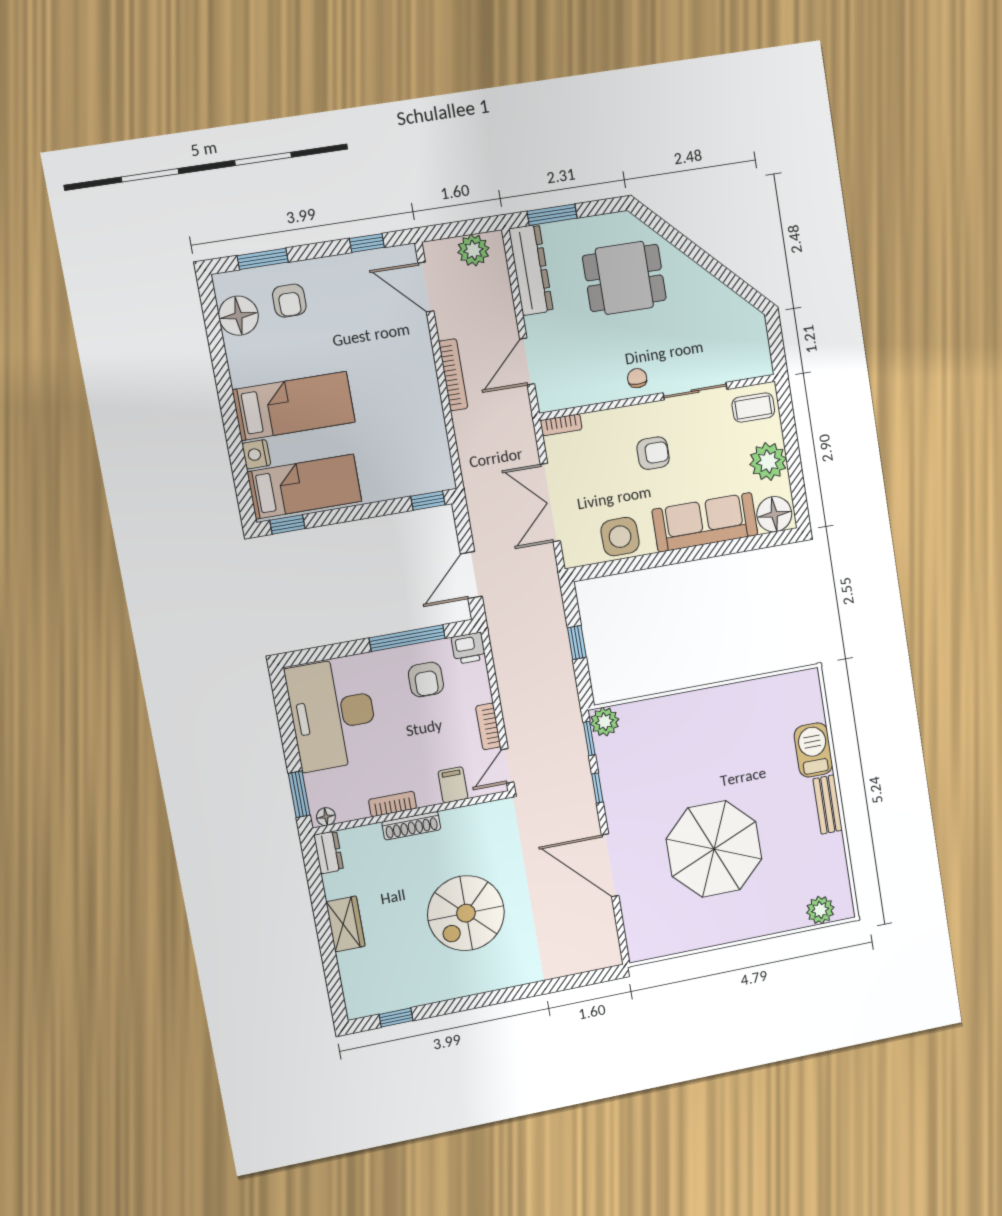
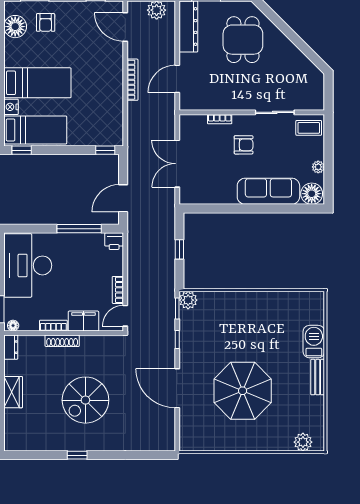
dining table: (624, 278) -> (243, 40), turned 90
chair: (637, 378) -> (241, 99), removed
bookcase: (561, 425) -> (220, 119), moved
plant: (768, 462) -> (318, 167), width x0.53, depth x0.53
side table: (620, 537) -> (216, 191), removed
armchair: (426, 680) -> (86, 255), removed
filing cabinet: (453, 785) -> (83, 321), width x2.00
window: (396, 1018) -> (77, 455), moved

